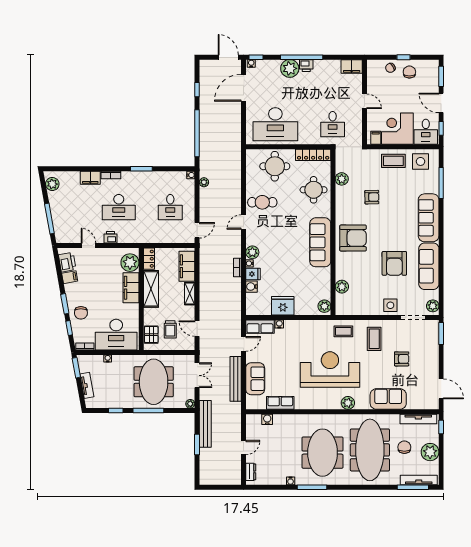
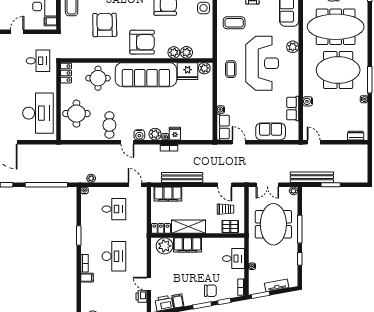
locker: (313, 155) -> (66, 73), width x0.66
filing cabinet: (90, 178) -> (87, 278), width x0.50
plant: (342, 179) -> (174, 52), moved
armchair: (372, 197) -> (105, 25), width x1.88, depth x1.88
printer: (111, 237) -> (141, 296), moved
armchair: (353, 238) -> (142, 42), turned 90
sofa: (320, 242) -> (146, 75), width x1.36, depth x1.27
door: (88, 245) -> (149, 284), hinge flipped
water cooler: (252, 287) -> (139, 135), moved
shelving: (190, 294) -> (193, 191), removed
fridge: (283, 306) -> (188, 71), moved, turned -90
door: (197, 329) -> (225, 185), hinge flipped
coffee table: (343, 331) -> (231, 69), moved
desk: (116, 335) -> (234, 259), width x0.53, depth x0.77
reception desk: (330, 369) -> (262, 63), turned 180
double door: (197, 375) -> (267, 185), swing flipped
bench: (236, 379) -> (182, 177), moved
meeting table: (154, 382) -> (273, 224), turned 90
water cooler: (267, 419) -> (308, 101), moved
door: (244, 448) -> (314, 142), moved

